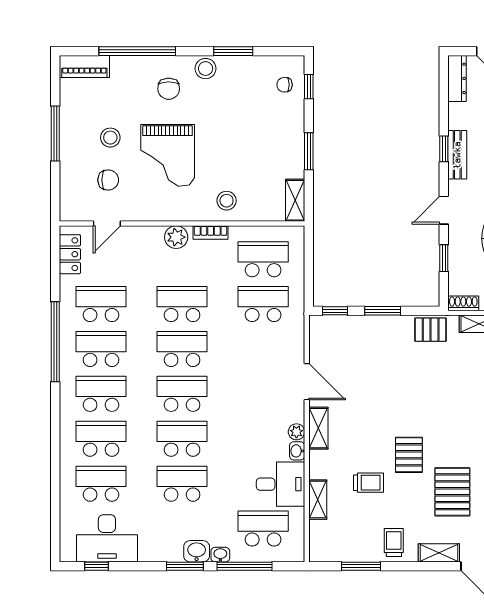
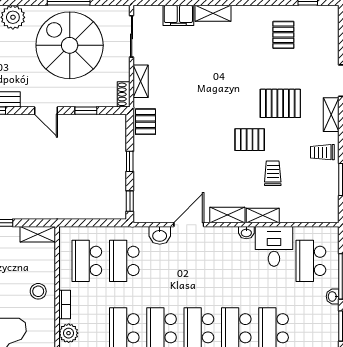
window: (383, 311) -> (130, 161), width x0.67
plant: (296, 432) -> (230, 233), removed
shelving: (318, 500) -> (263, 216), moved
washbasin: (197, 551) -> (160, 235), moved, turned -90

